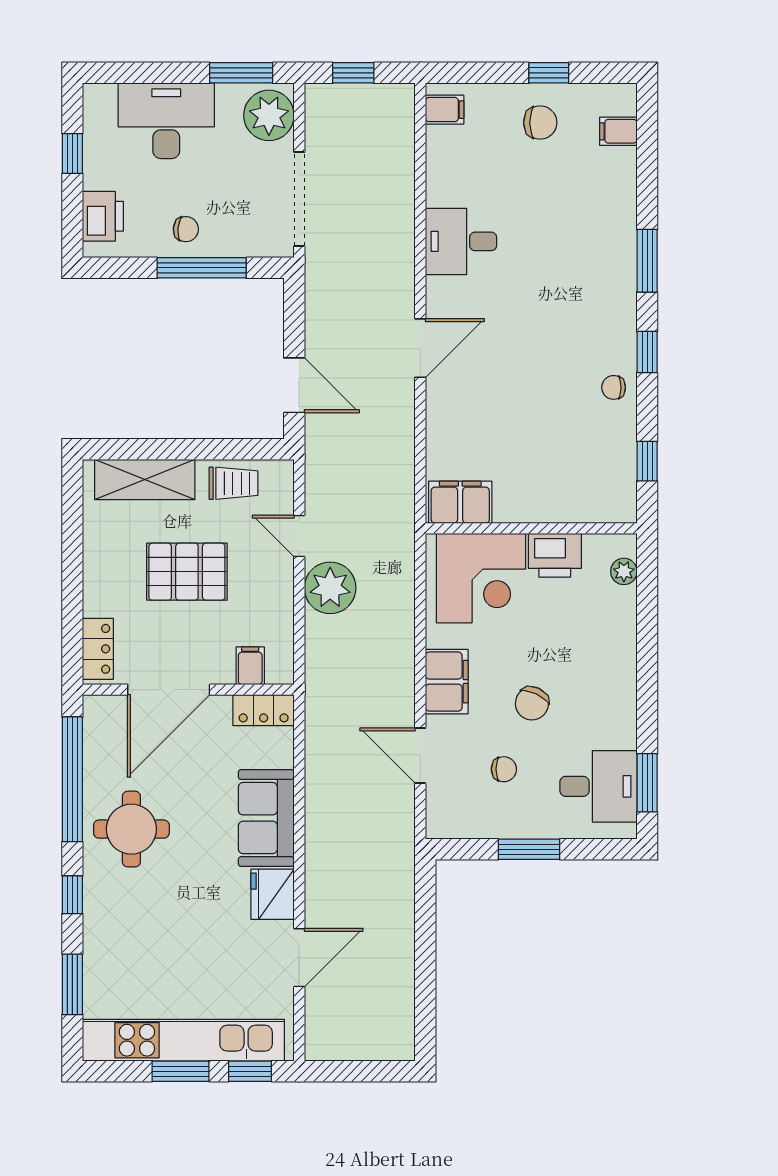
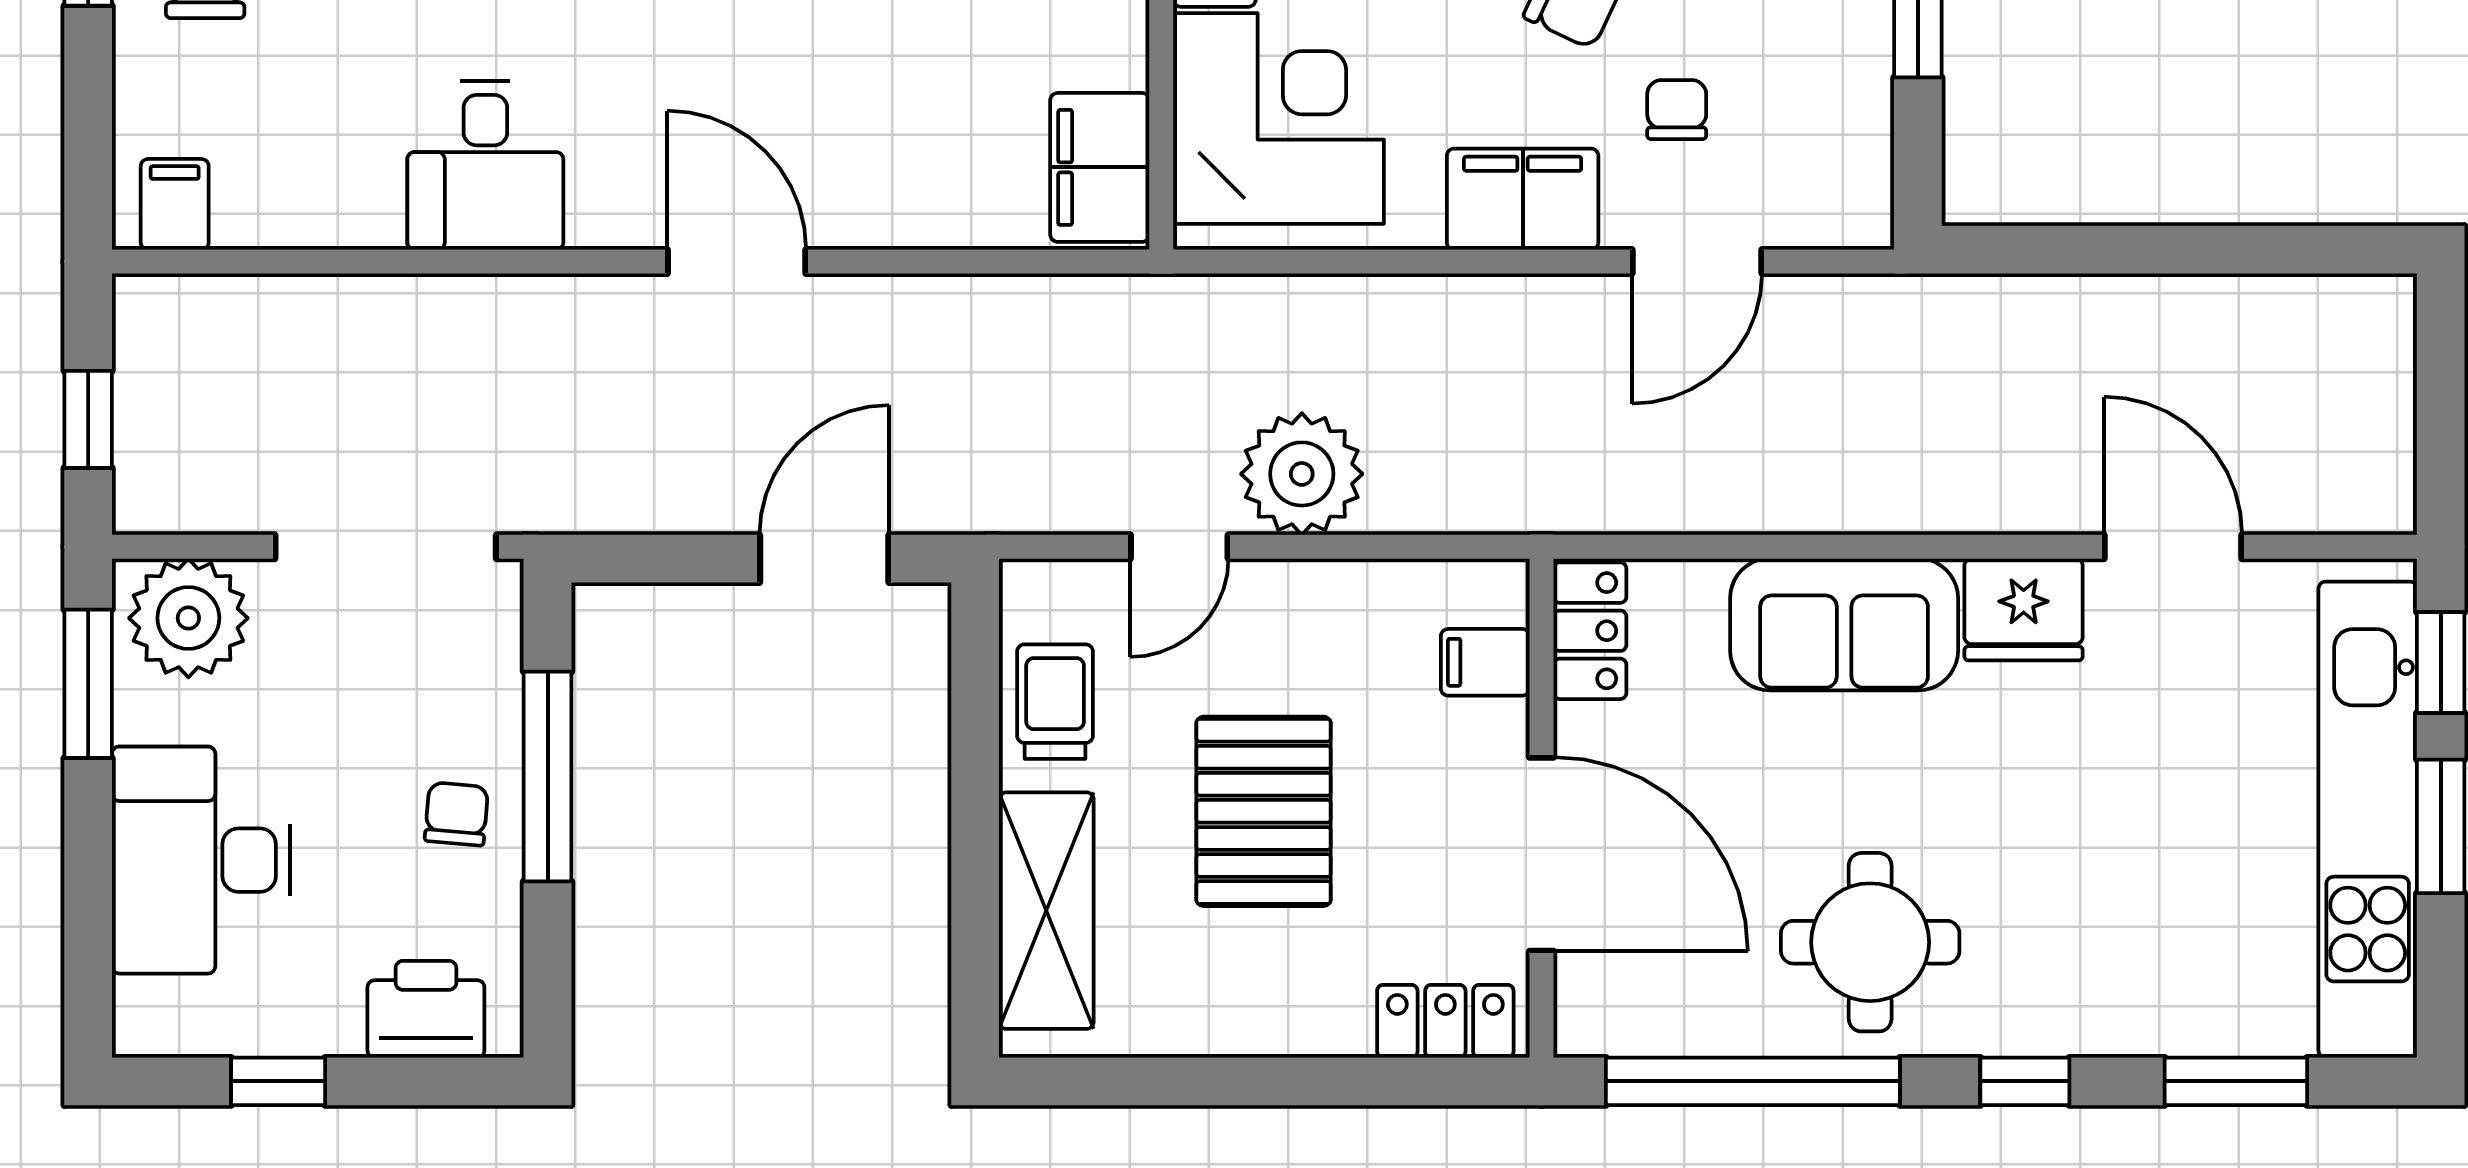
chair: (504, 769) -> (1677, 110), moved

